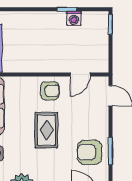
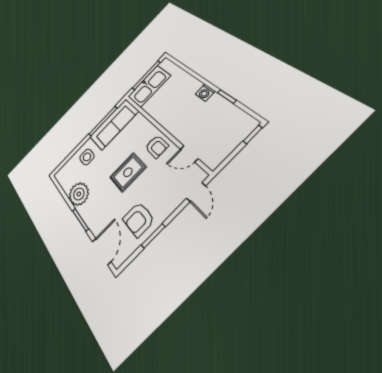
washing machine: (74, 18) -> (205, 93), moved
armchair: (90, 152) -> (139, 219), turned -90

